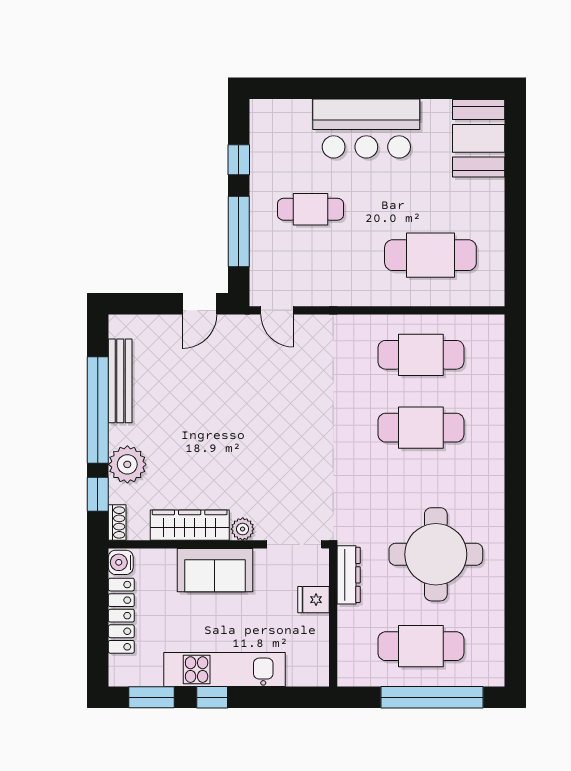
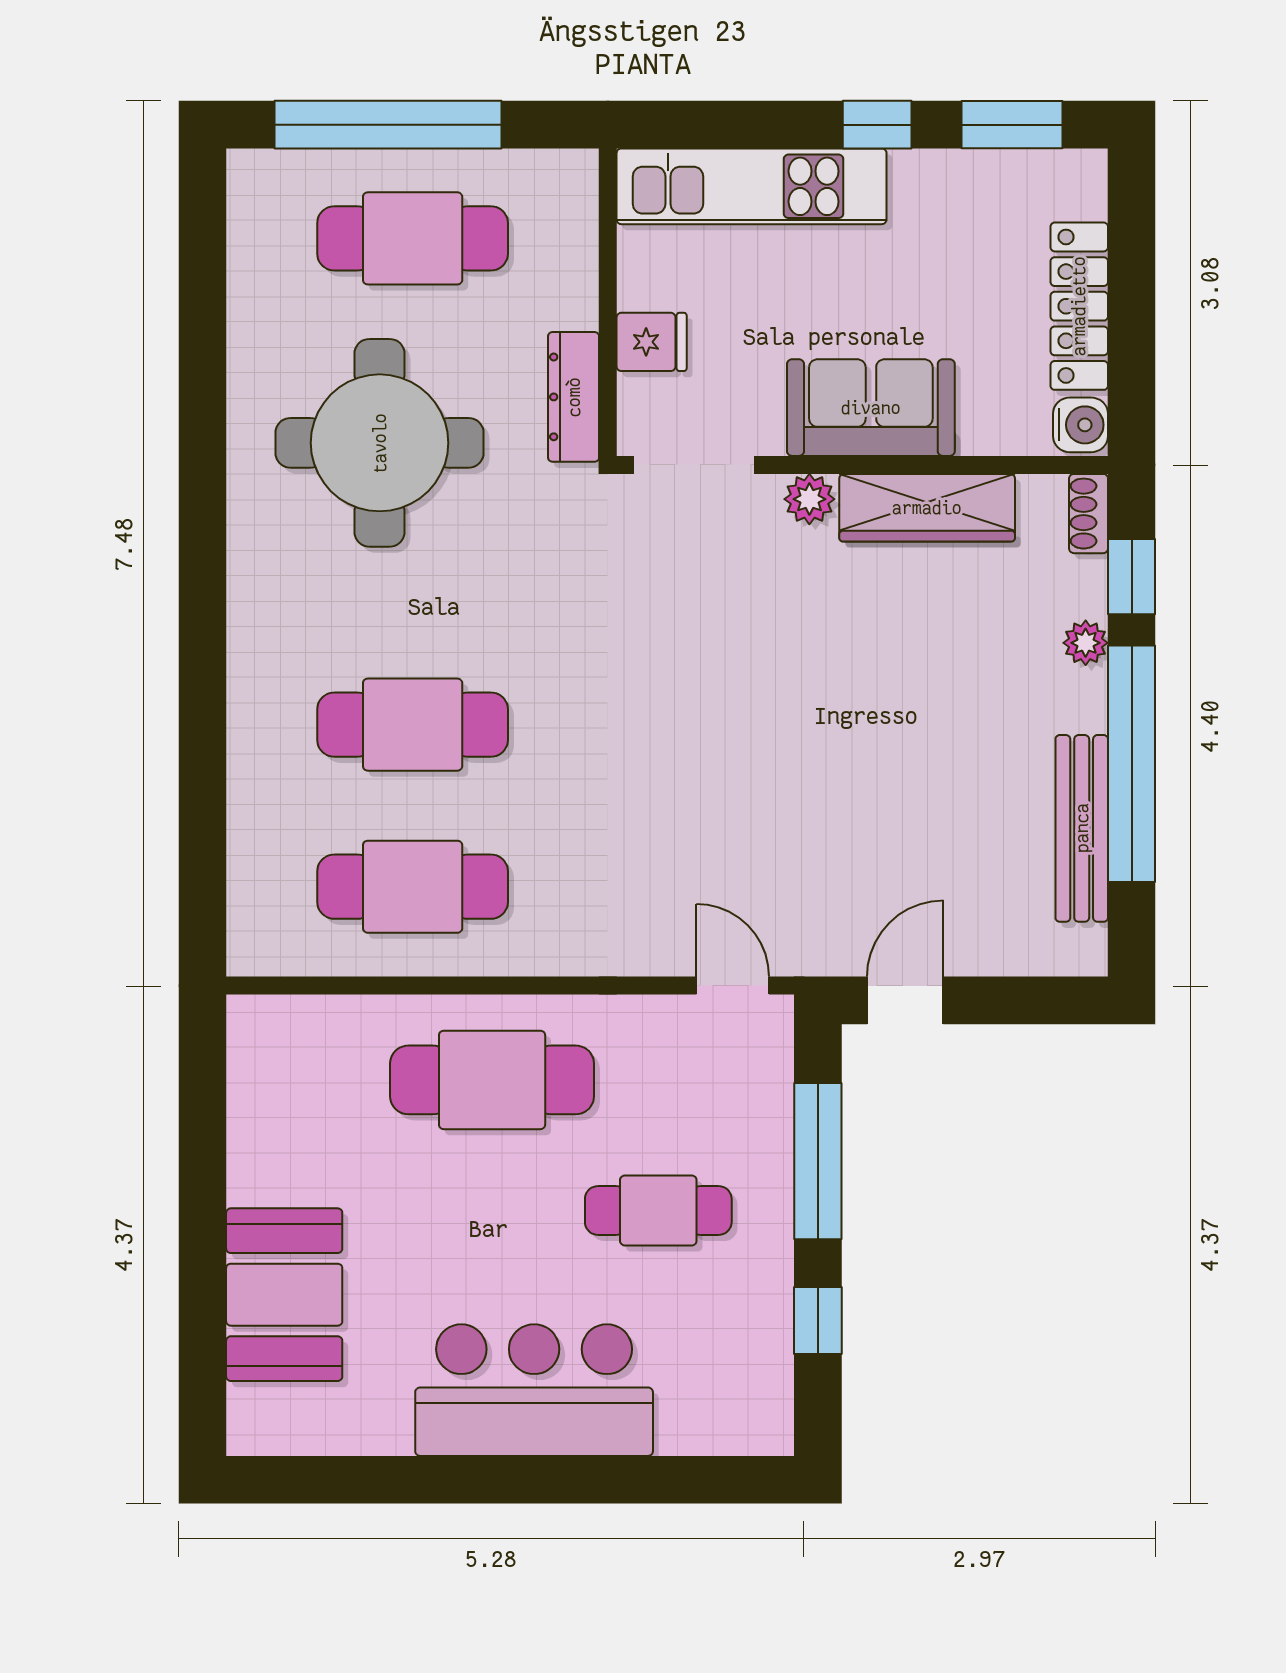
booth: (479, 138) -> (284, 1295), moved
cafe table: (430, 255) -> (492, 1080), moved
plant: (127, 464) -> (1086, 643), width x0.53, depth x0.53
kitchen unit: (224, 670) -> (752, 186), moved

